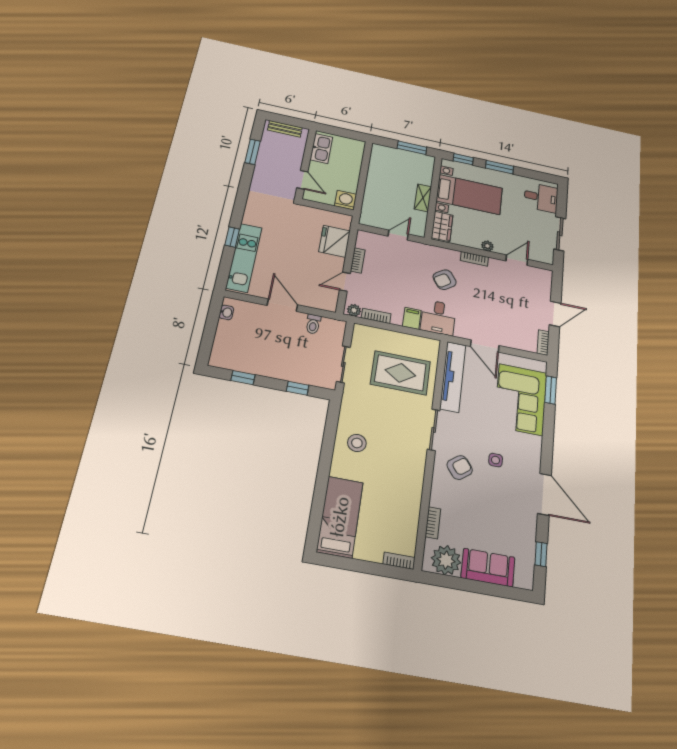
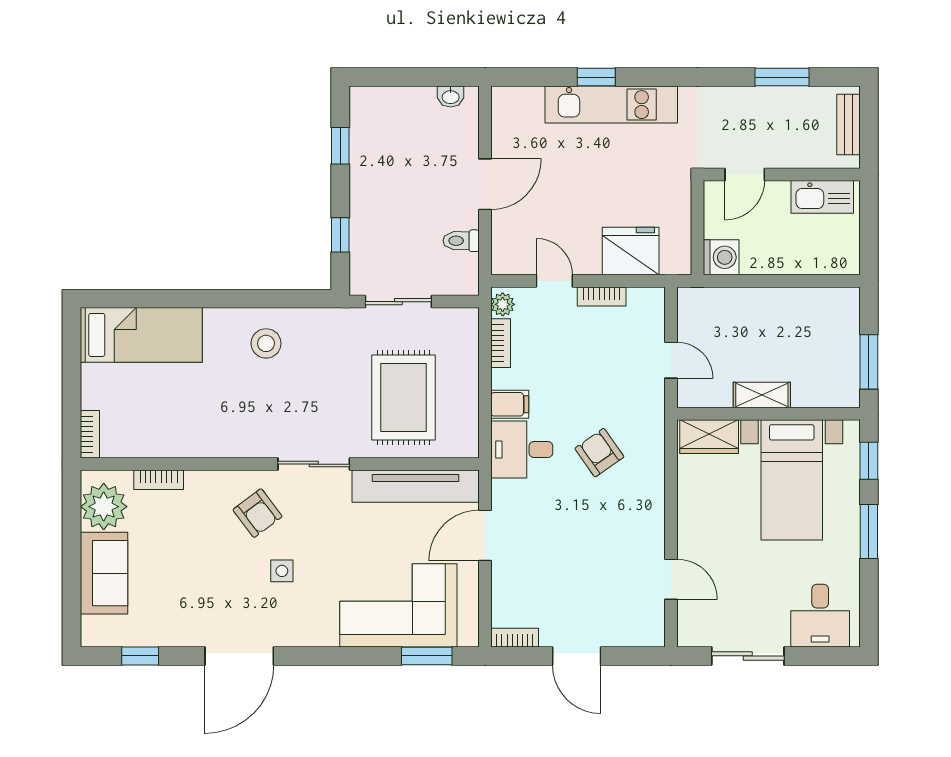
plant: (487, 246) -> (688, 523), removed
kitchen unit: (244, 258) -> (611, 105), moved
bookcase: (474, 259) -> (655, 502), removed

